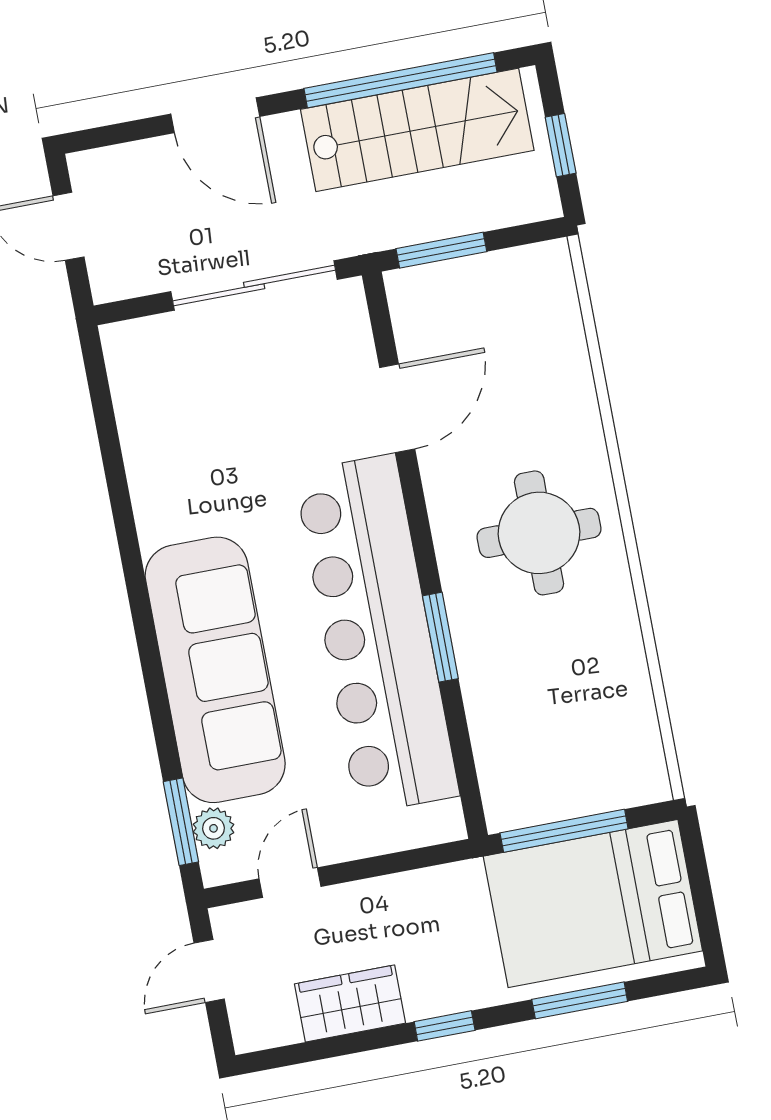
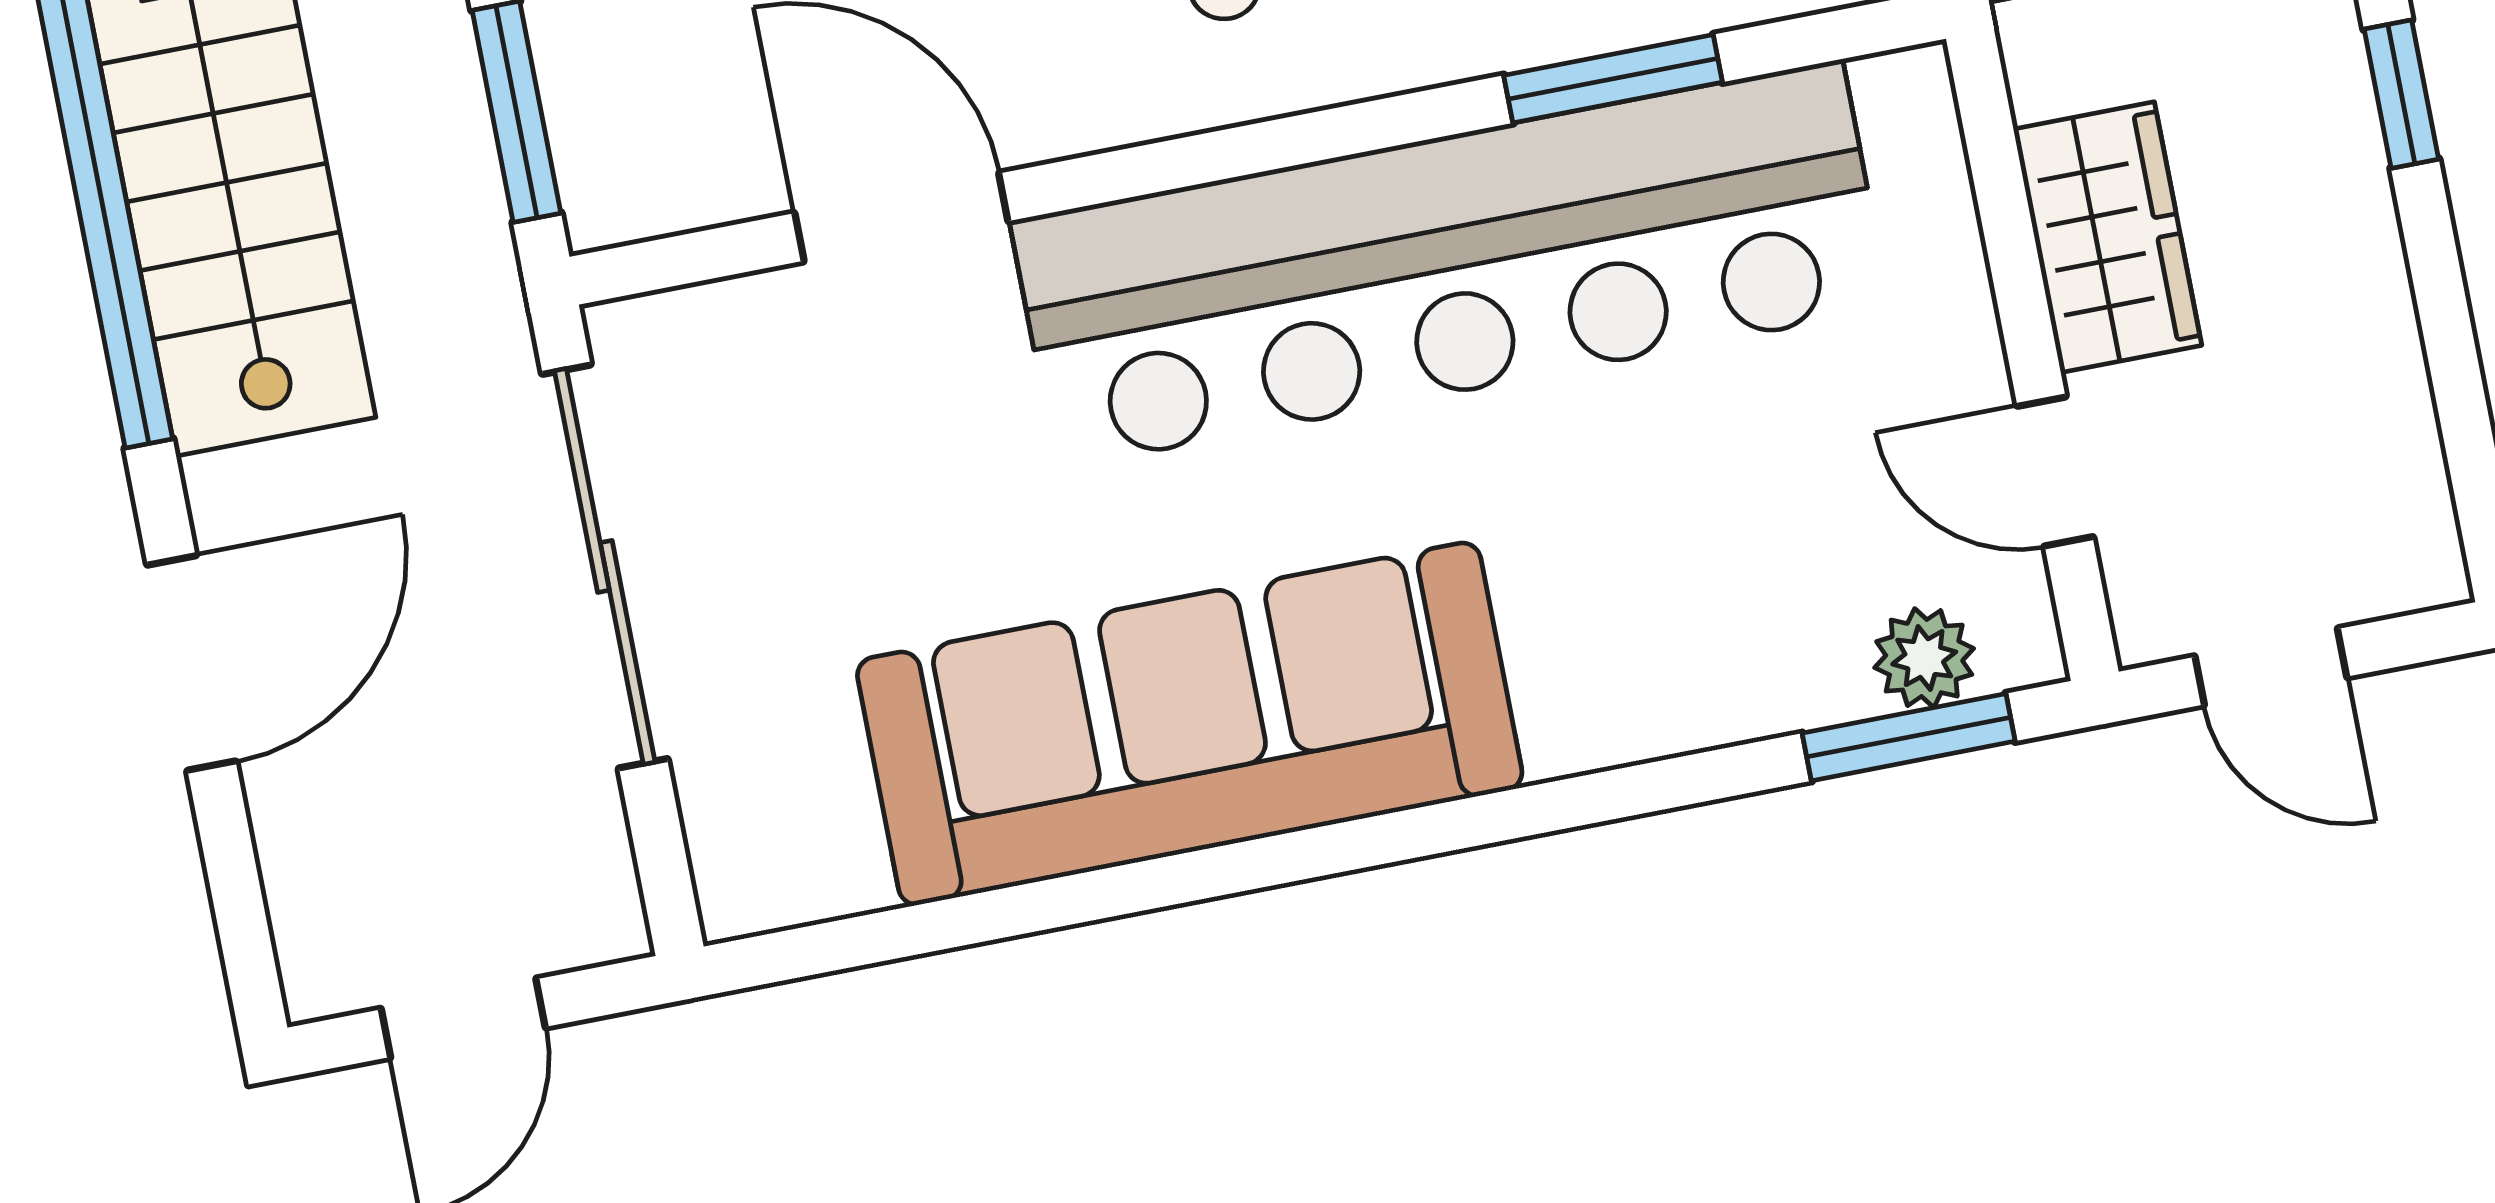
window: (440, 637) -> (1613, 79), moved
sofa: (215, 670) -> (1190, 724), moved
wardrobe: (350, 1004) -> (2107, 237), moved, turned 180

